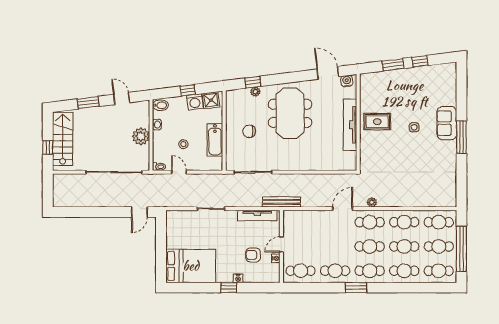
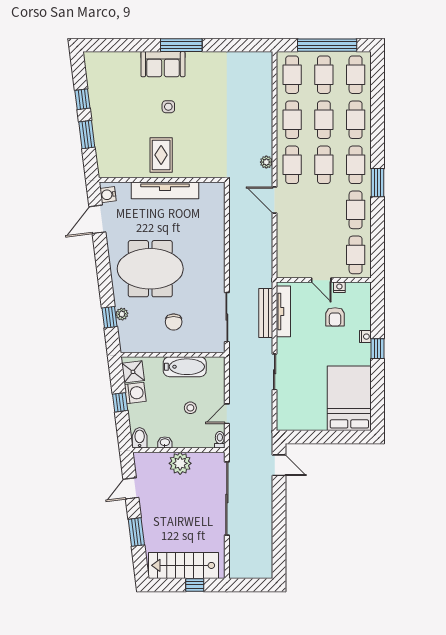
bench: (282, 202) -> (266, 313), moved

